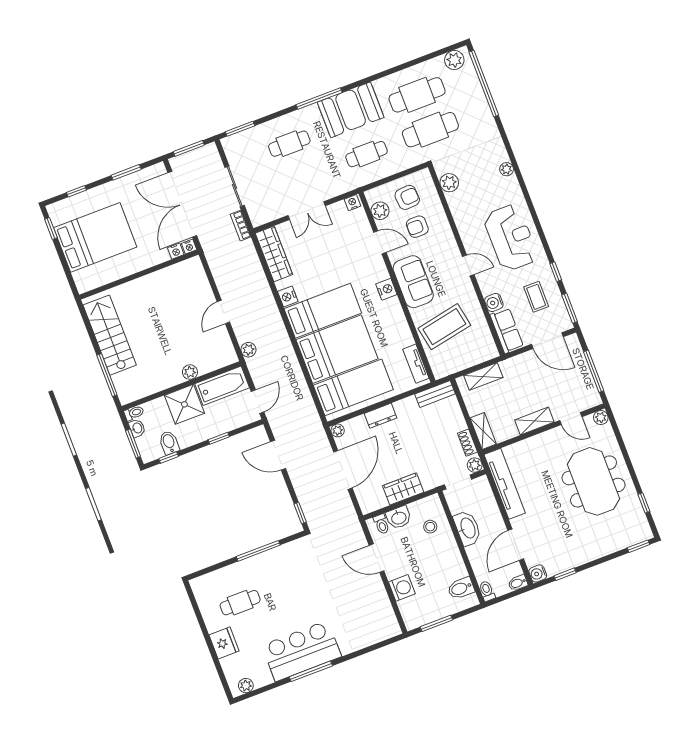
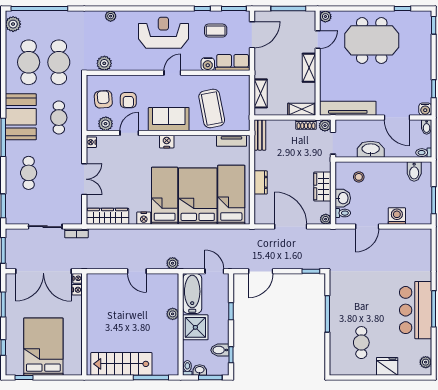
plant: (338, 430) -> (326, 219), moved

